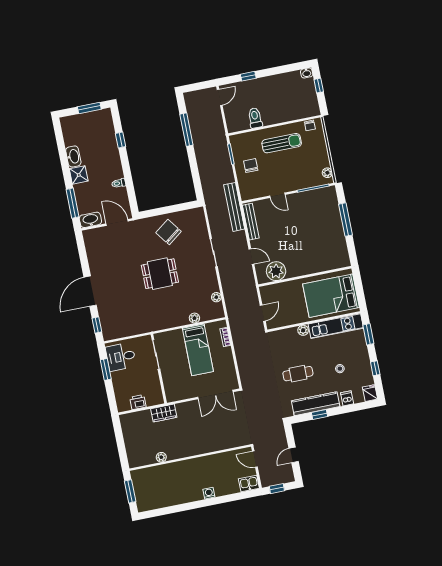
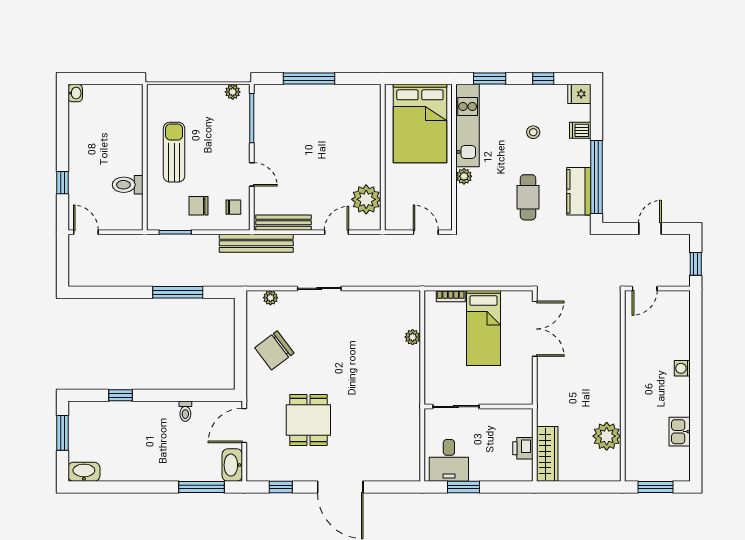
window: (319, 86) -> (98, 79), removed
chair: (310, 125) -> (233, 207), moved
window: (186, 130) -> (178, 292), moved
washbasin: (73, 156) -> (84, 472), moved
shower: (79, 175) -> (161, 469), removed
door: (277, 195) -> (252, 174), hinge flipped
dining table: (160, 274) -> (308, 420), moved
plant: (216, 297) -> (270, 298), moved
window: (97, 325) -> (281, 487), moved
bed: (198, 350) -> (483, 328), moved, turned 90
kitchen counter: (316, 404) -> (579, 191), width x0.67
wardrobe: (164, 413) -> (547, 454), moved, width x1.50
window: (319, 414) -> (596, 177), width x3.17
door: (294, 455) -> (650, 229), swing flipped
plant: (161, 457) -> (607, 436), width x1.88, depth x1.88
kitchen sink: (249, 484) -> (680, 432), moved

